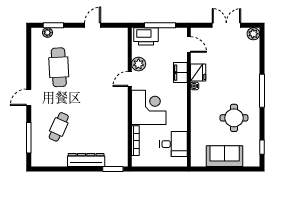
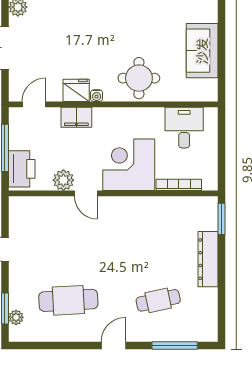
door: (29, 97) -> (114, 345), swing flipped
round table: (234, 118) -> (139, 78), moved
cafe table: (59, 127) -> (158, 300), turned -36

